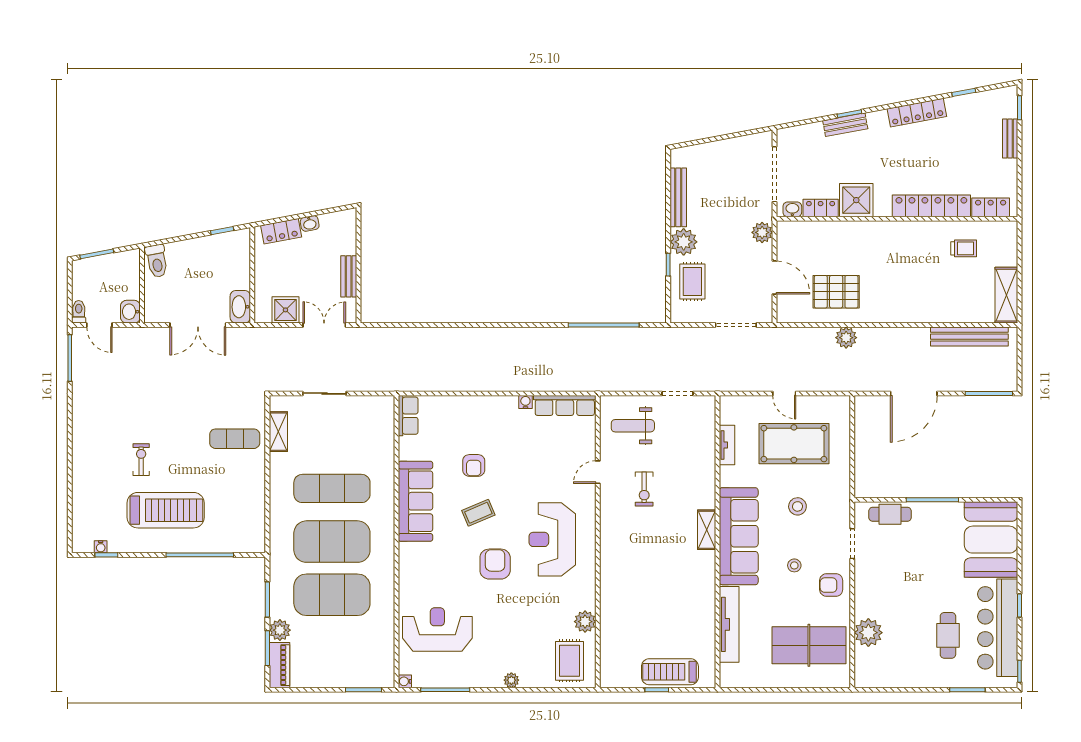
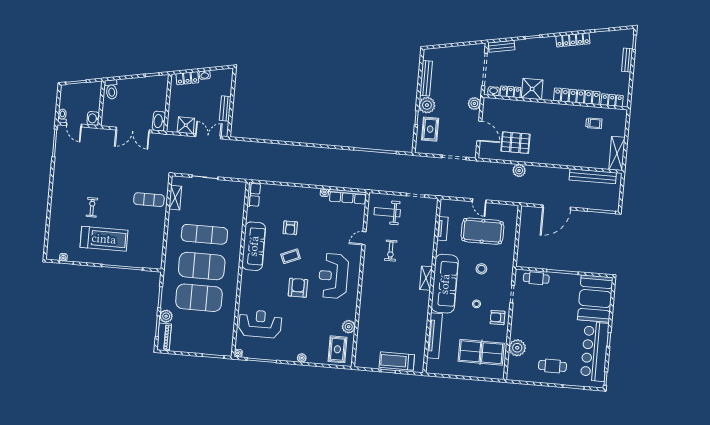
bench: (845, 125) -> (502, 46), moved
cafe table: (948, 635) -> (553, 366), moved, turned 90

